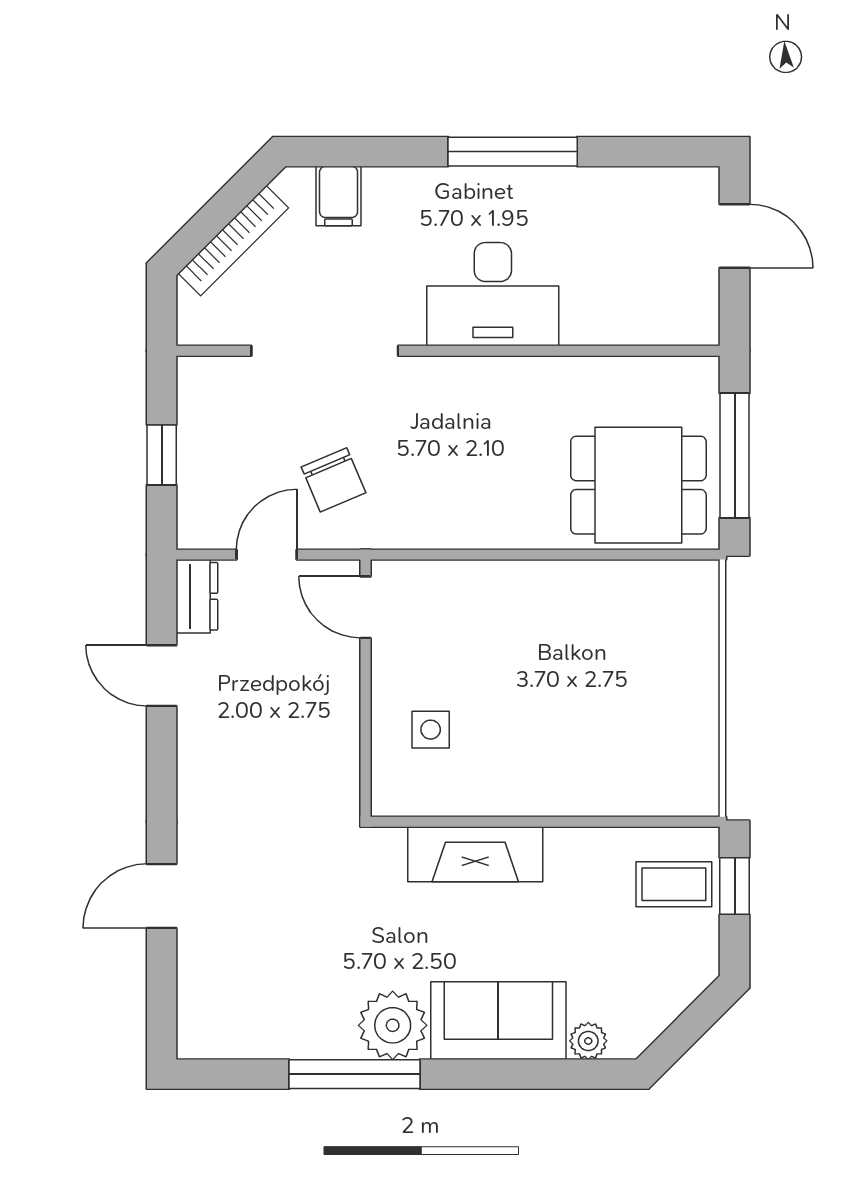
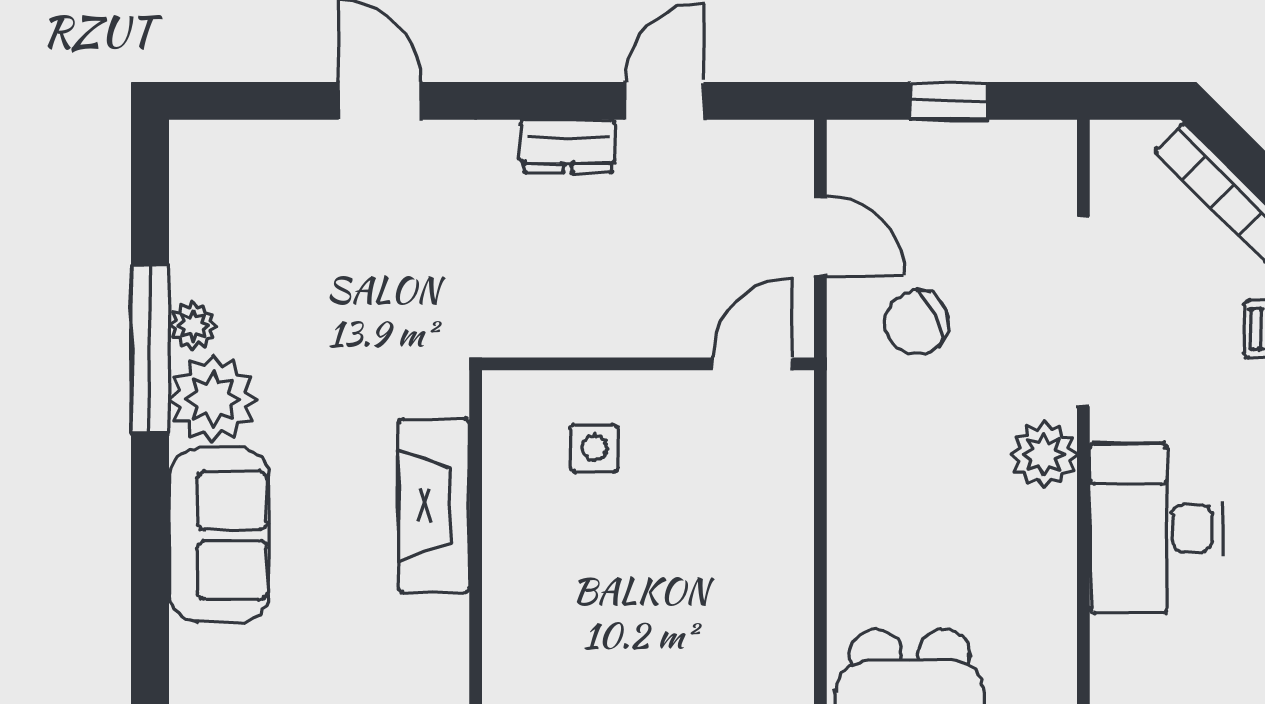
plant: (436, 381) -> (1044, 454), added
dresser: (197, 596) -> (568, 146), moved
plant: (588, 1041) -> (193, 326), moved

